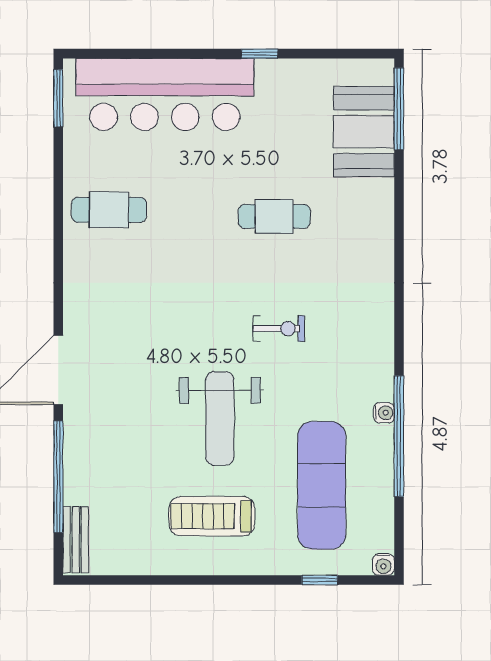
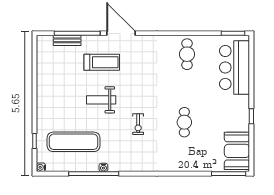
bar counter: (165, 94) -> (235, 67), width x0.73
booth: (364, 132) -> (237, 151), moved, turned 90
weight bench: (220, 418) -> (101, 100), width x0.73, depth x0.75
treadmill: (212, 516) -> (102, 62), moved, turned 90
bench: (76, 540) -> (67, 40), moved

